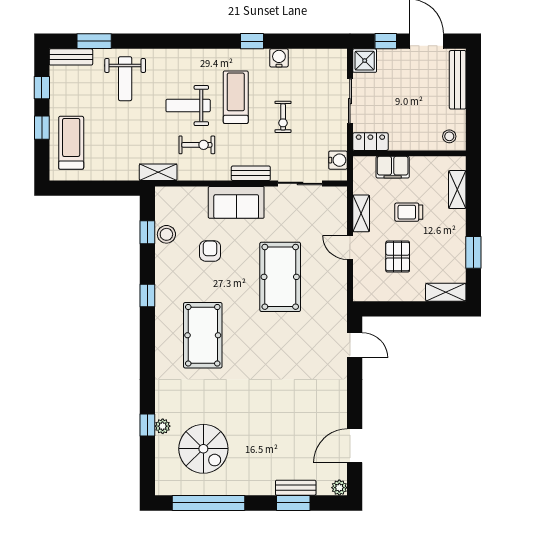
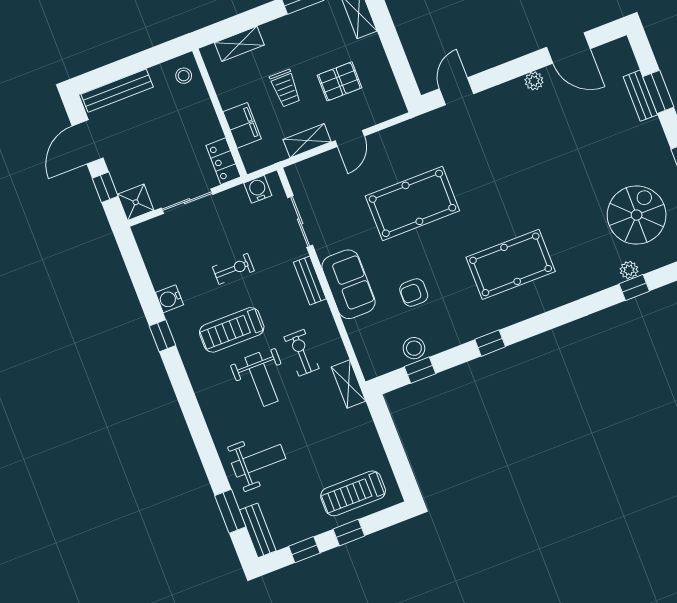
plant: (339, 488) -> (534, 81), moved

